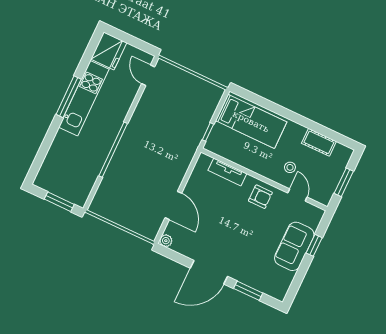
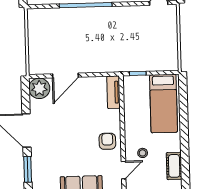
tv unit: (227, 172) -> (113, 92), moved
armchair: (260, 197) -> (107, 141), turned 180
plant: (166, 241) -> (39, 88), width x1.88, depth x1.88

